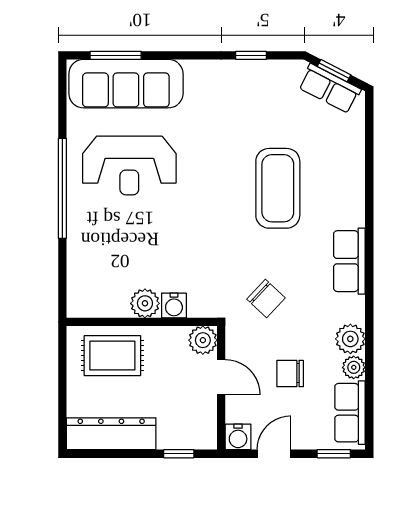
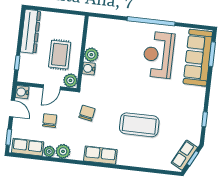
chair: (266, 298) -> (87, 113), turned 147
rug: (112, 356) -> (60, 55), moved

